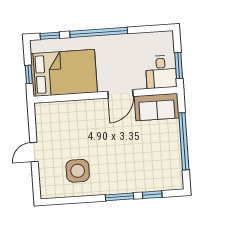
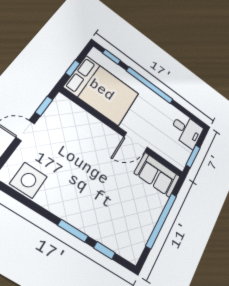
desk: (161, 72) -> (187, 130), moved, turned -90
window: (32, 123) -> (44, 106), added
side table: (78, 171) -> (29, 180), moved

